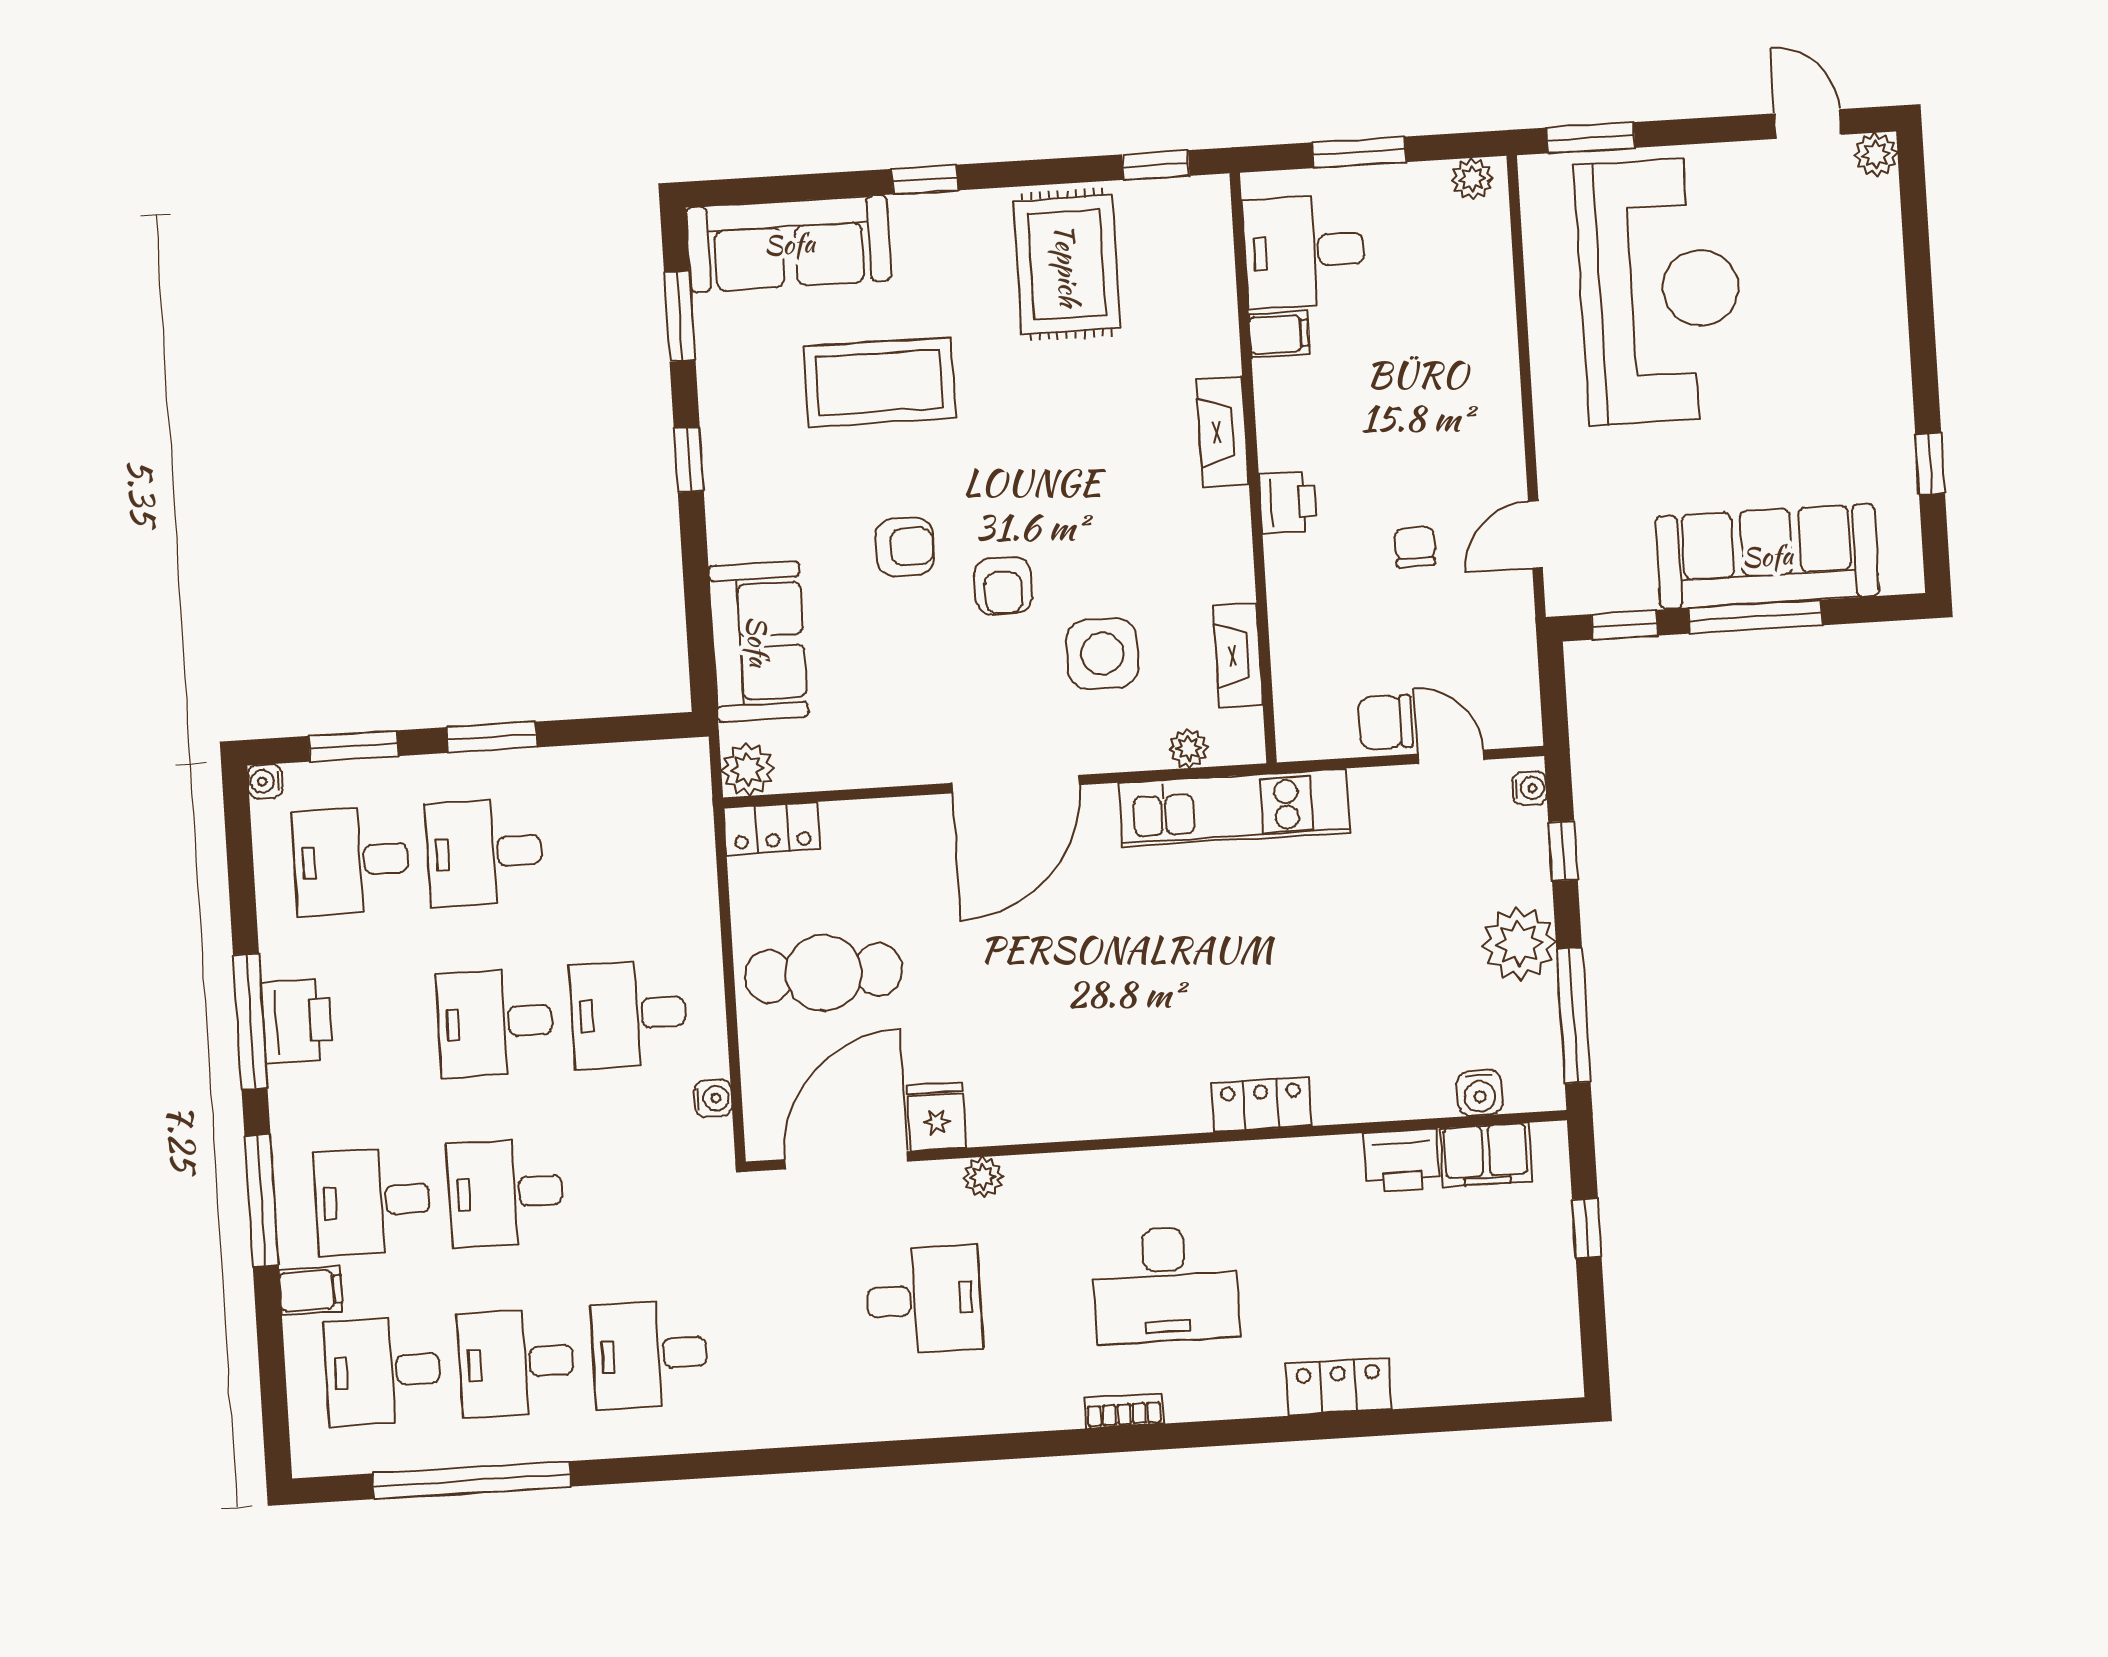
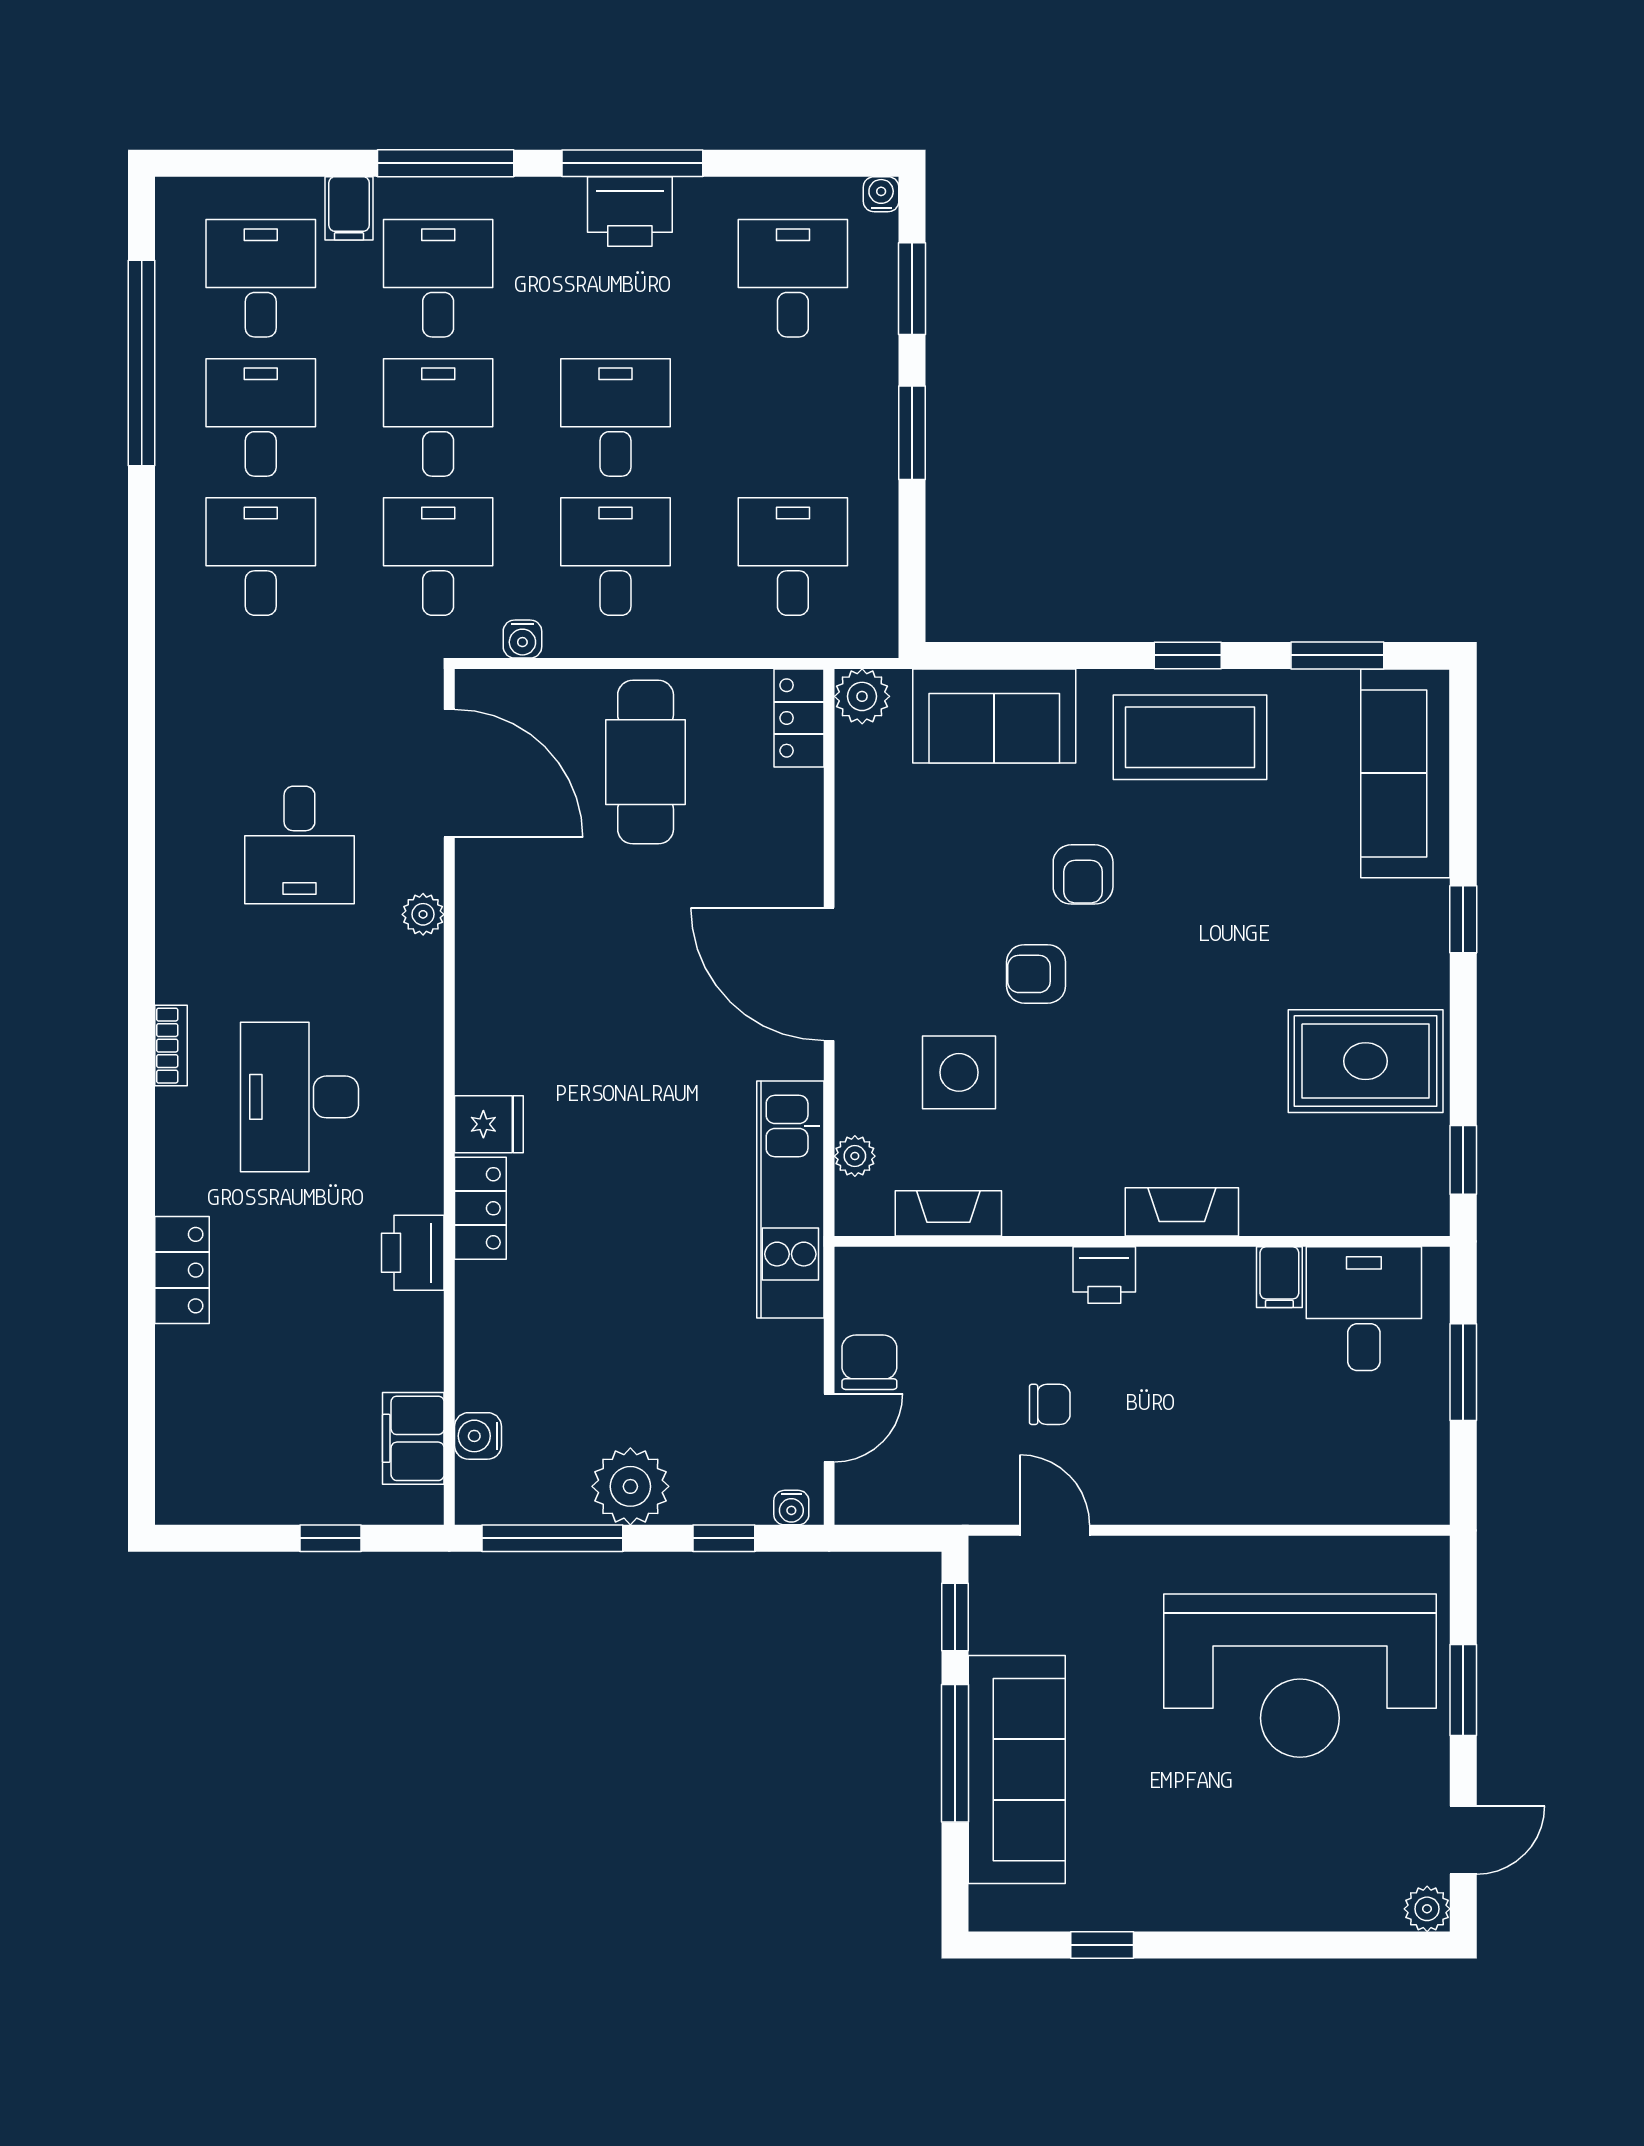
window: (1591, 138) -> (1463, 1690), moved
plant: (1472, 179) -> (1428, 1488), removed
coffee table: (879, 382) -> (1190, 737), moved, turned 90
desk: (484, 852) -> (793, 557), moved
fridge: (936, 1117) -> (489, 1124), moved
printer: (1402, 1161) -> (413, 1253), moved
desk: (639, 1184) -> (438, 557), added

